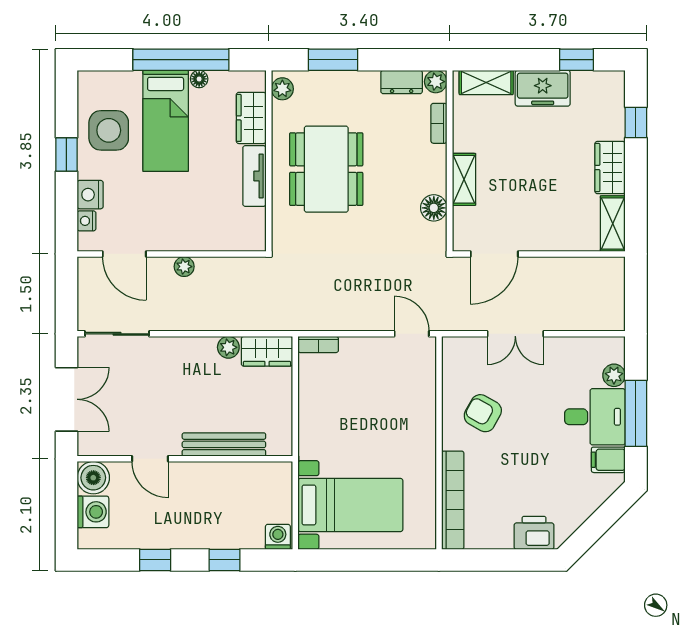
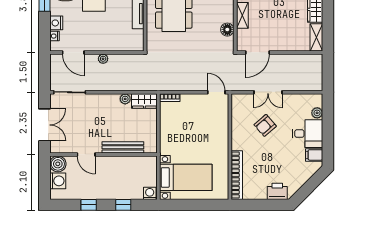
armchair: (483, 413) -> (265, 125), moved, turned -70
window: (636, 413) -> (328, 132), removed

